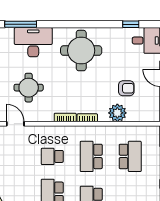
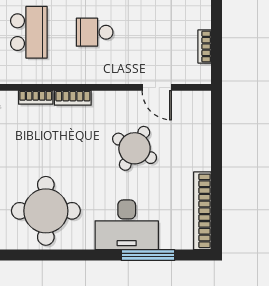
round table: (29, 88) -> (135, 148), turned 30
school desk: (52, 156) -> (95, 32), turned 180

